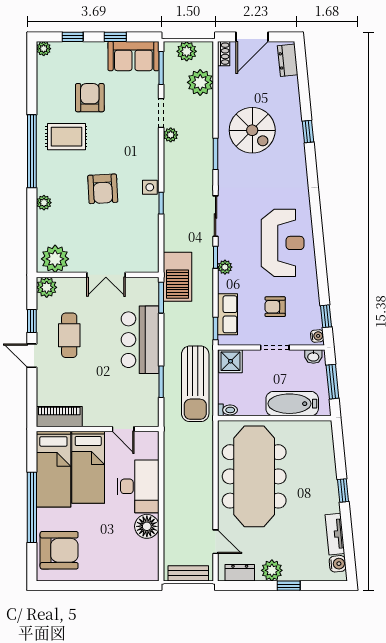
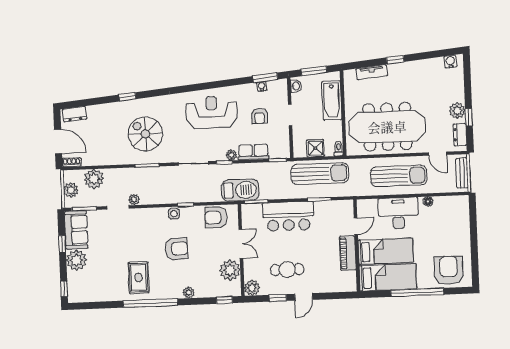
window: (73, 37) -> (64, 289), moved
plant: (44, 49) -> (77, 260), moved, width x1.87, depth x1.87
armchair: (90, 98) -> (216, 217), moved
spiral stairs: (252, 130) -> (145, 134), moved, turned -90
window: (32, 250) -> (224, 300), added
plant: (55, 259) -> (230, 270), moved
row of seats: (228, 314) -> (253, 152), moved
window: (326, 316) -> (265, 78), width x1.50
water cooler: (317, 336) -> (262, 86), moved
shower: (231, 361) -> (315, 148), moved
piano: (59, 417) -> (348, 253), moved
sun lounger: (188, 489) -> (399, 176), added
floor lamp: (147, 526) -> (428, 201), width x0.53, depth x0.53
tv unit: (335, 534) -> (372, 72), moved
door: (216, 542) -> (437, 154), swing flipped
window: (289, 586) -> (469, 117), moved

